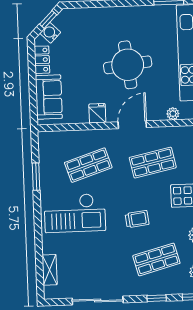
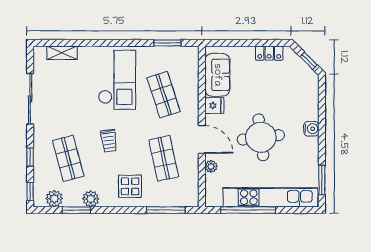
water cooler: (50, 33) -> (311, 129), moved, turned 45
sofa: (49, 97) -> (217, 75), moved, turned -90
plant: (173, 114) -> (211, 166), moved
window: (36, 177) -> (167, 43), moved
checkout: (75, 213) -> (117, 80), turned 180

